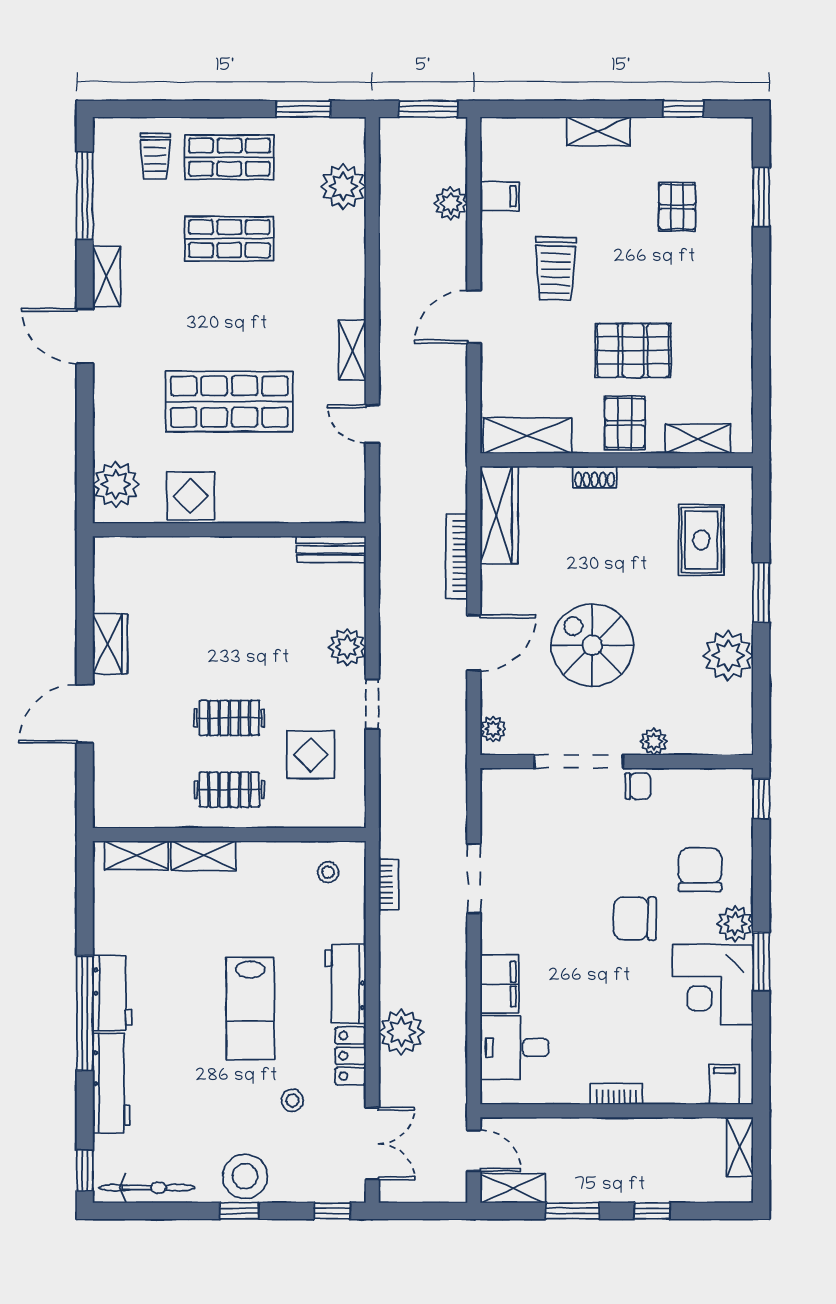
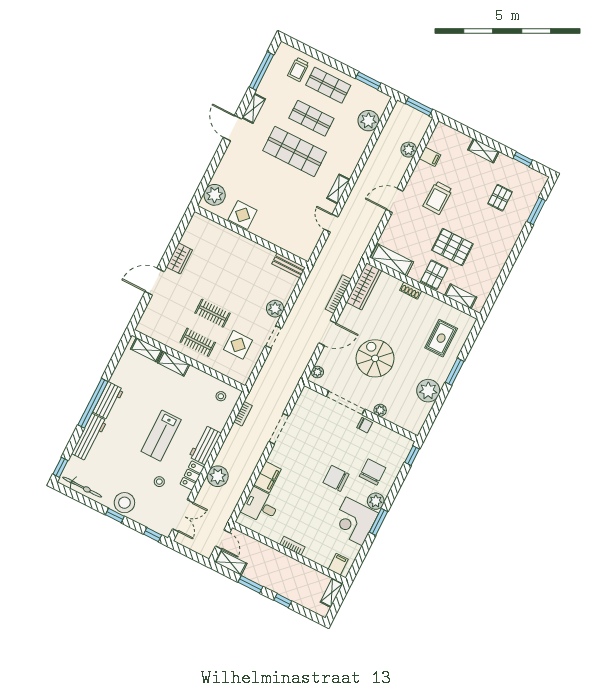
shop shelf: (229, 402) -> (295, 151), moved

